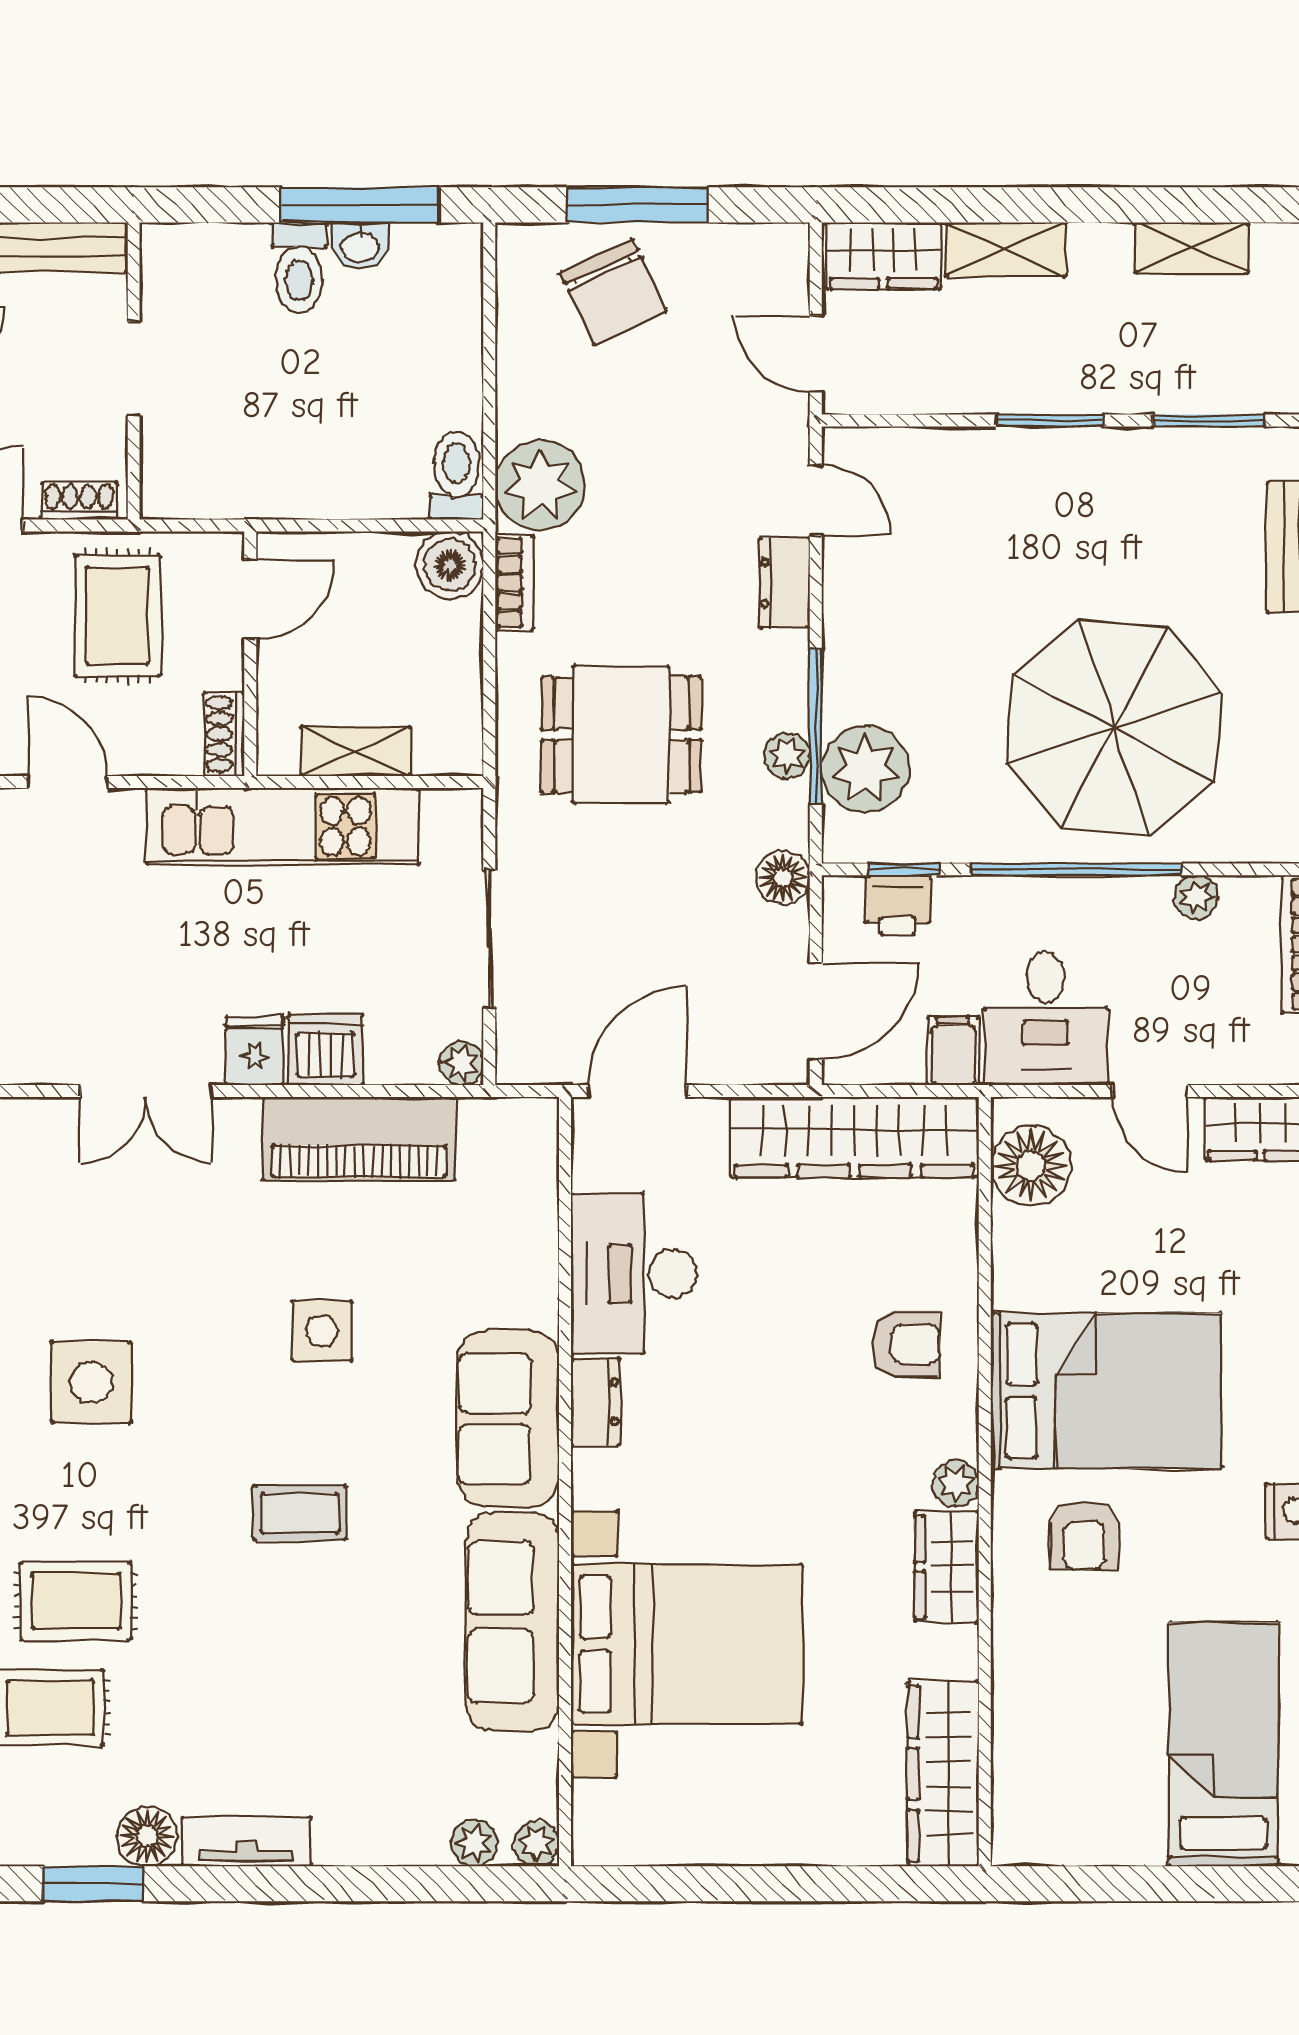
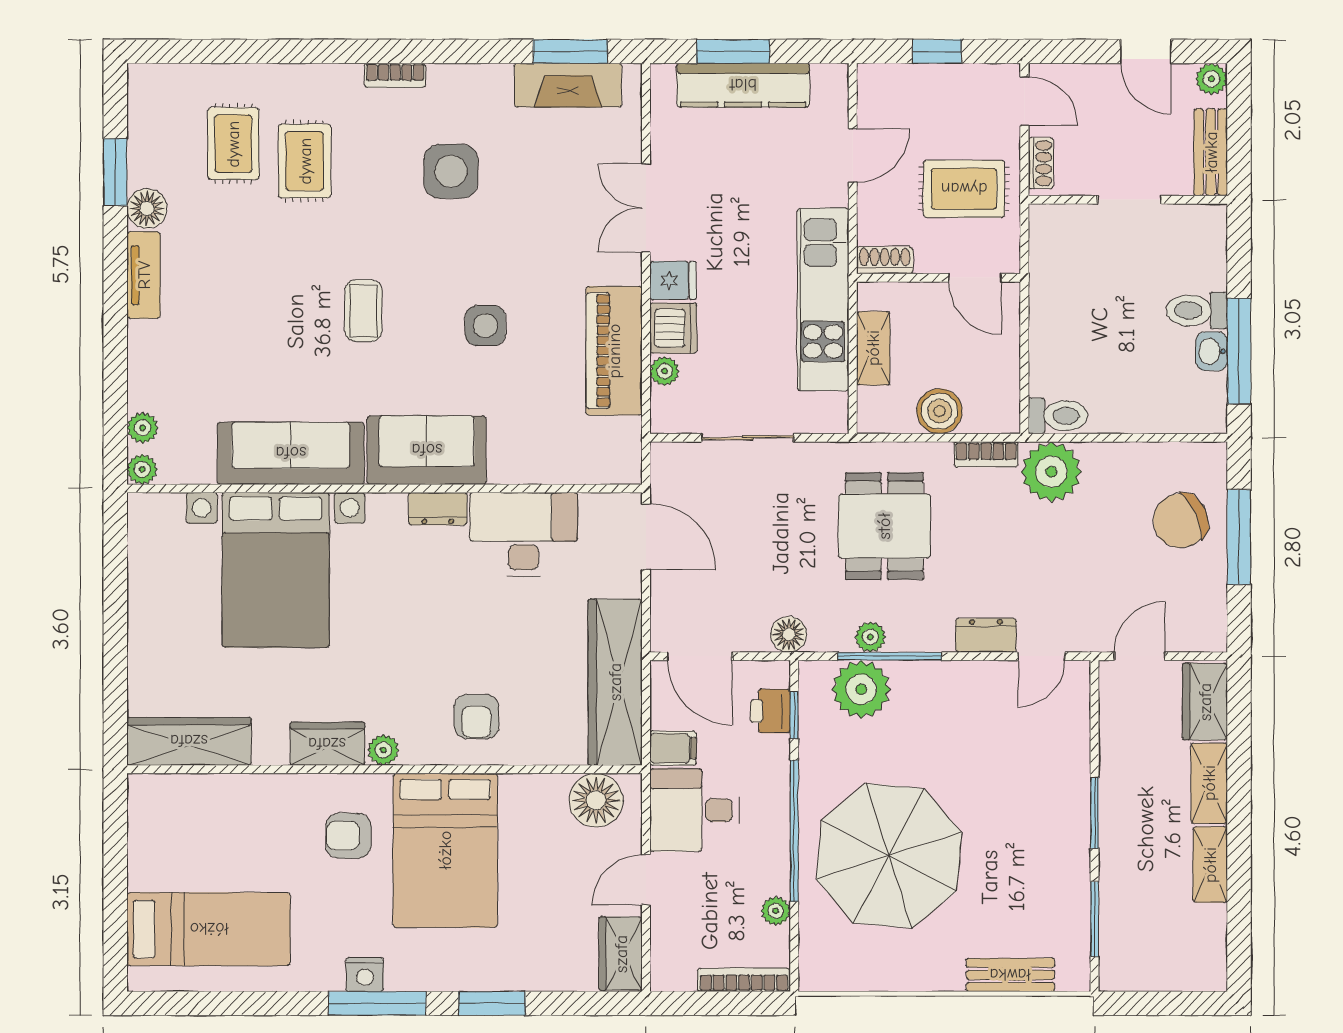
shelving: (1191, 248) -> (1210, 865), moved
boiler: (450, 565) -> (940, 411), moved
plant: (461, 1063) -> (665, 371), moved

